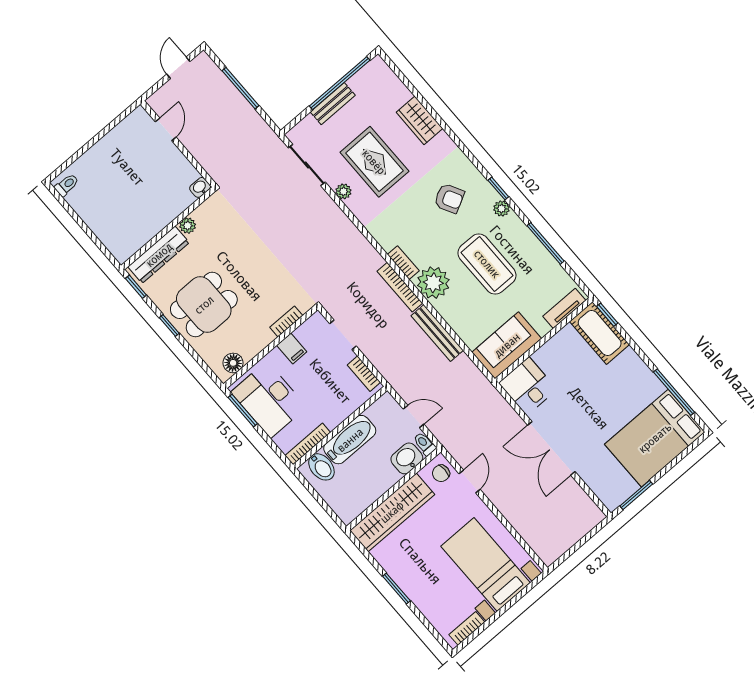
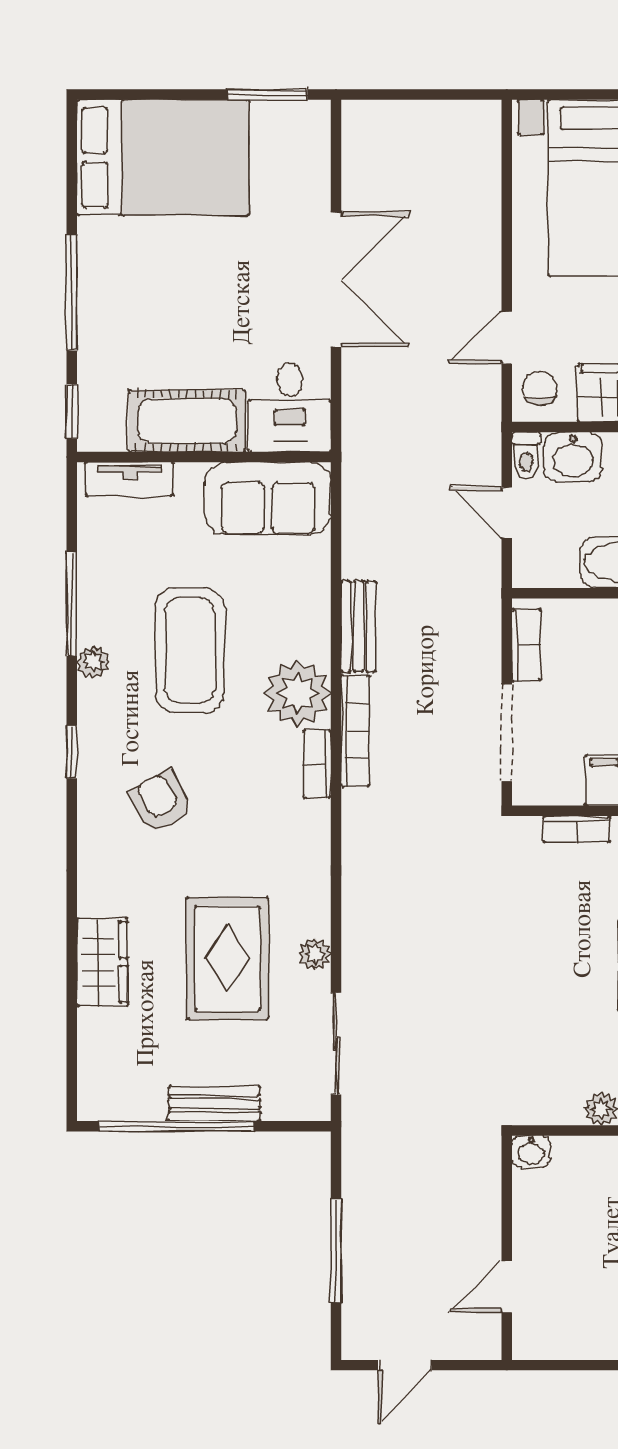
plant: (502, 209) -> (93, 662), moved
bench: (437, 333) -> (359, 627), width x0.73
cot: (600, 333) -> (187, 421), moved, turned 90
doorway: (343, 335) -> (507, 733), width x1.38
window: (674, 392) -> (72, 292), moved
chair: (441, 473) -> (540, 388), turned -90

